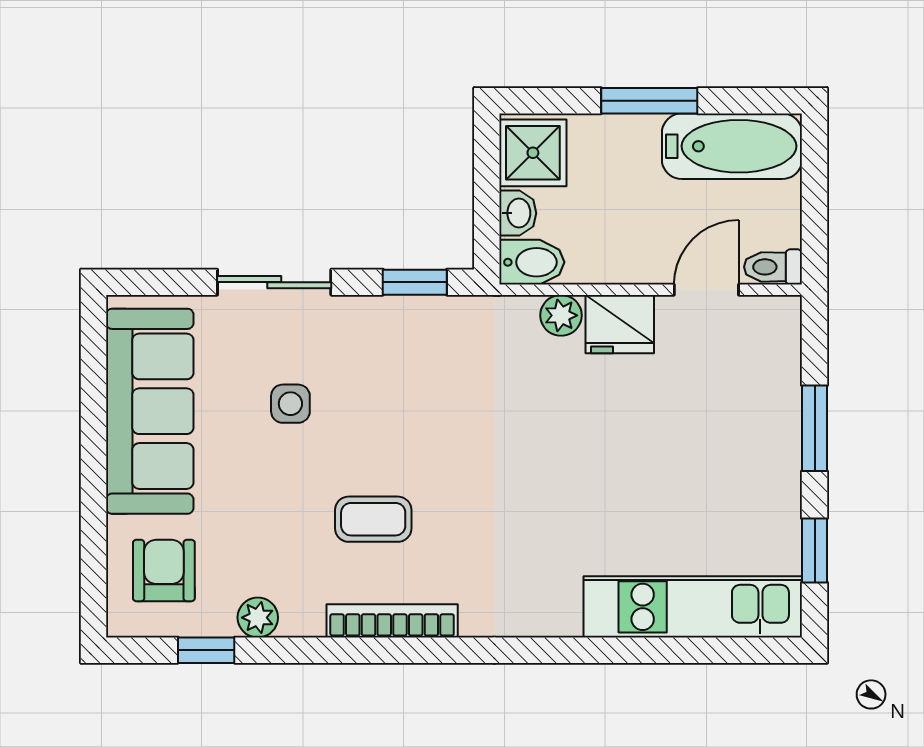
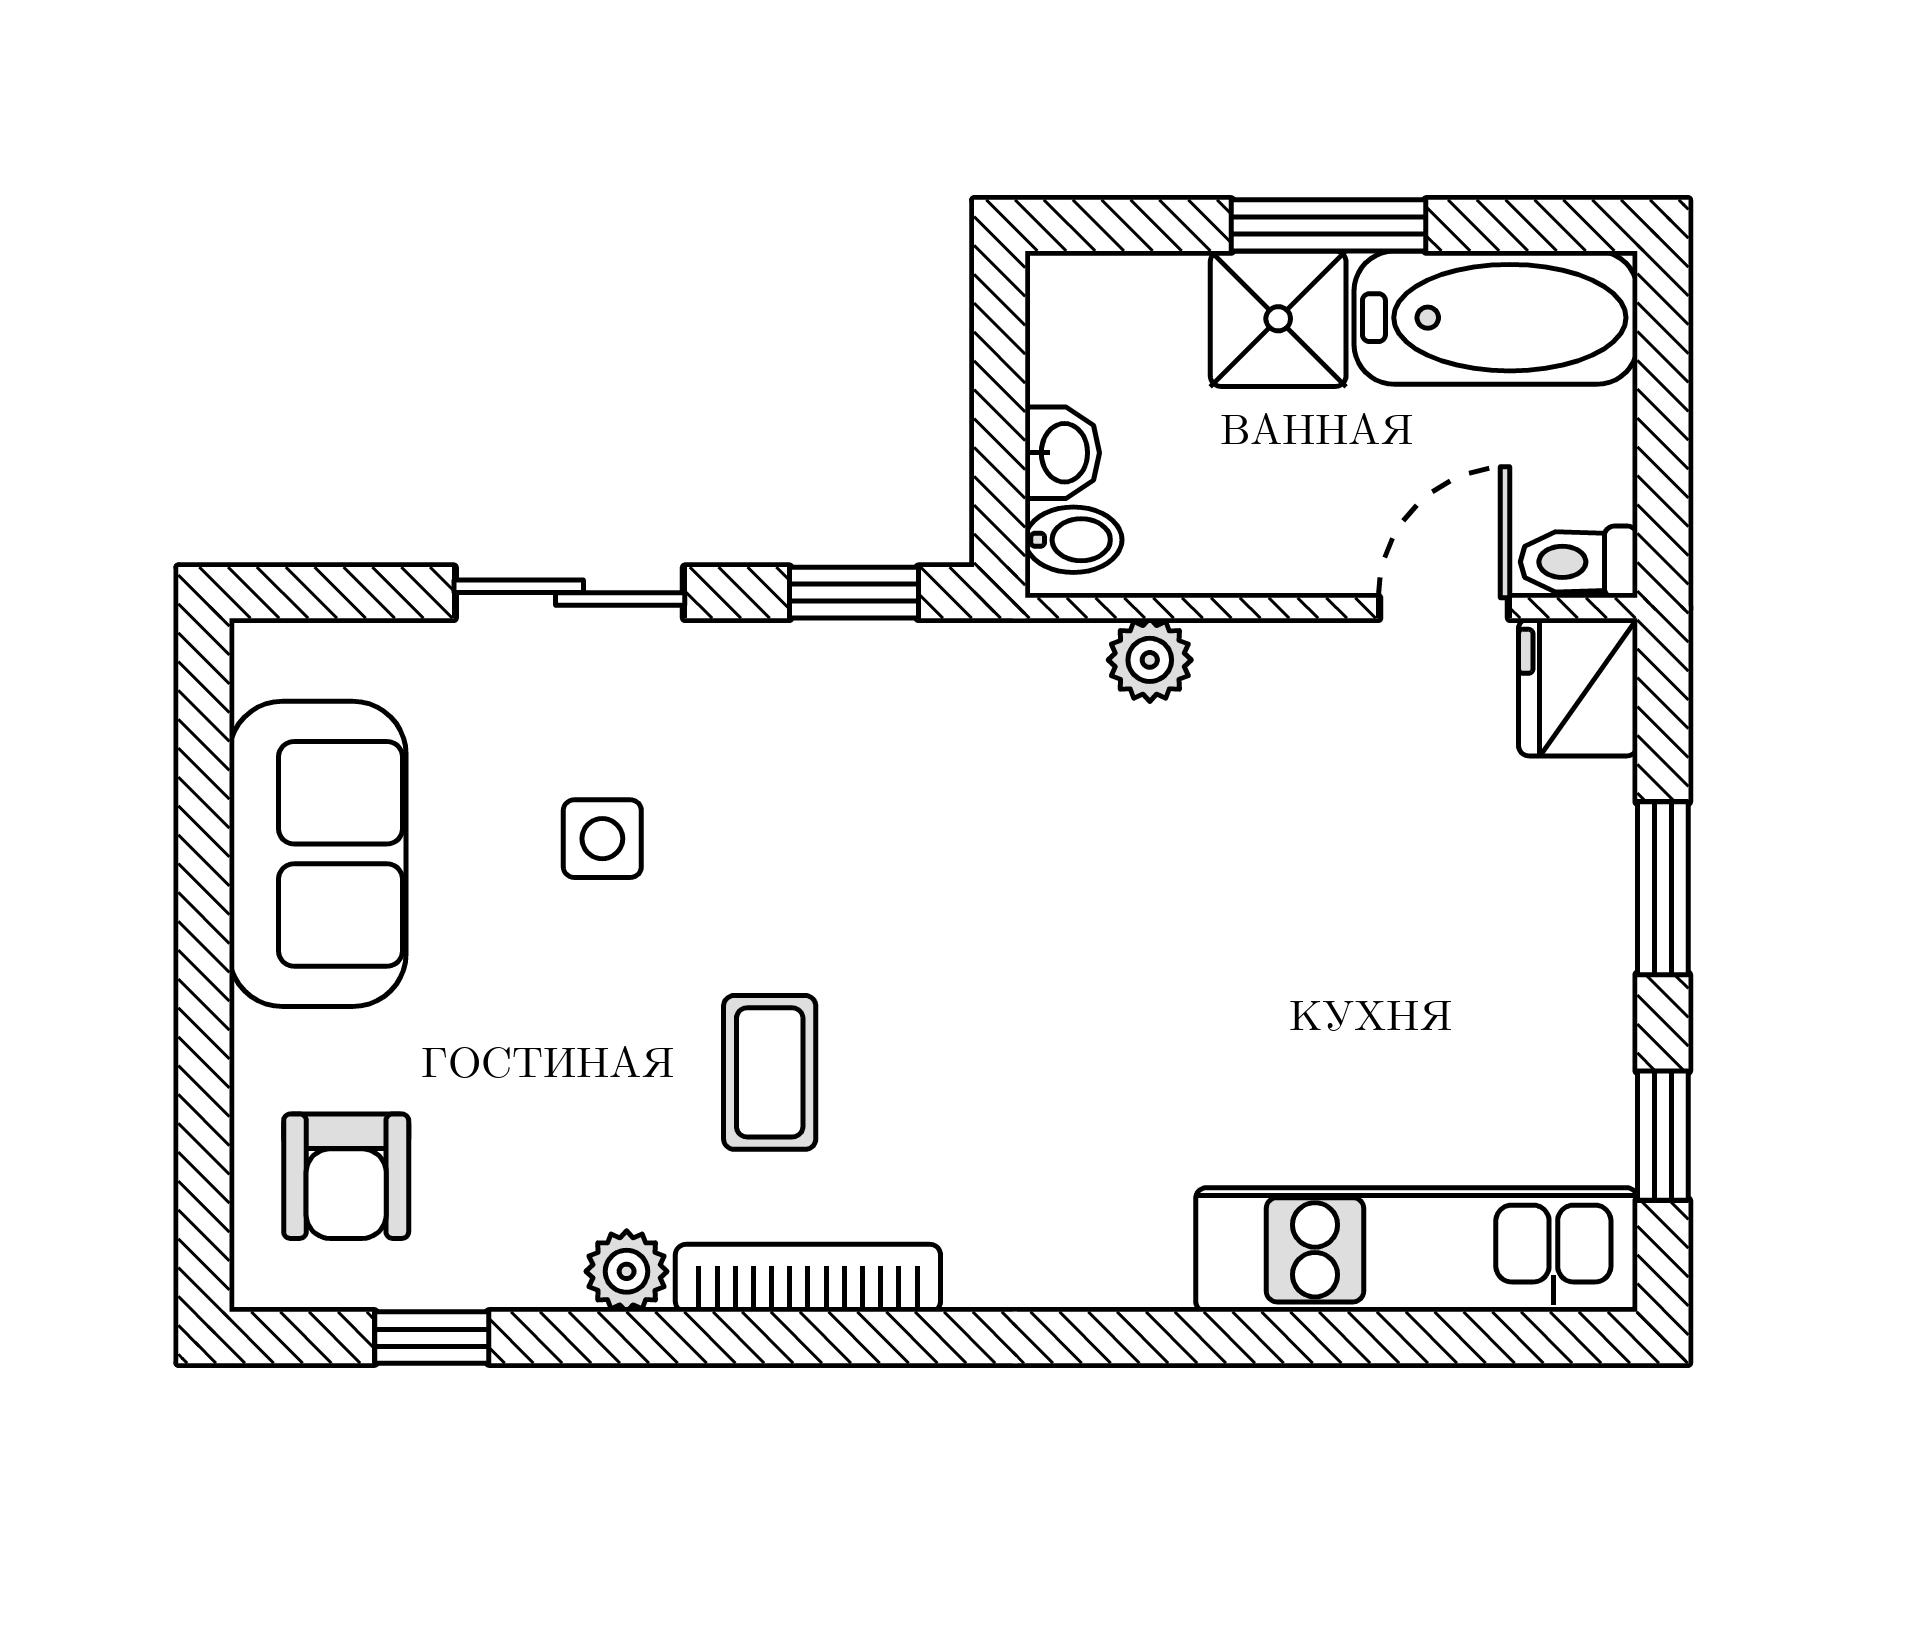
shower: (533, 153) -> (1278, 319), moved
bidet: (532, 262) -> (1073, 540), width x0.72, depth x0.74
fridge: (620, 324) -> (1578, 687), moved, turned 90
sofa: (150, 411) -> (318, 854), width x0.73
coffee table: (373, 519) -> (770, 1072), turned 90
armchair: (164, 570) -> (346, 1176), turned 180
plant: (258, 618) -> (627, 1271), moved

